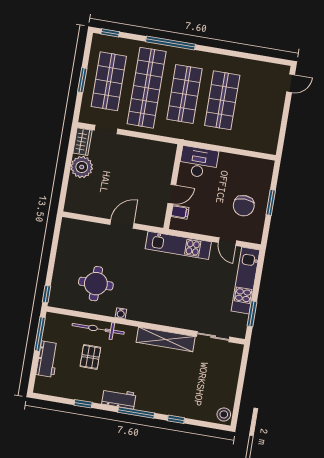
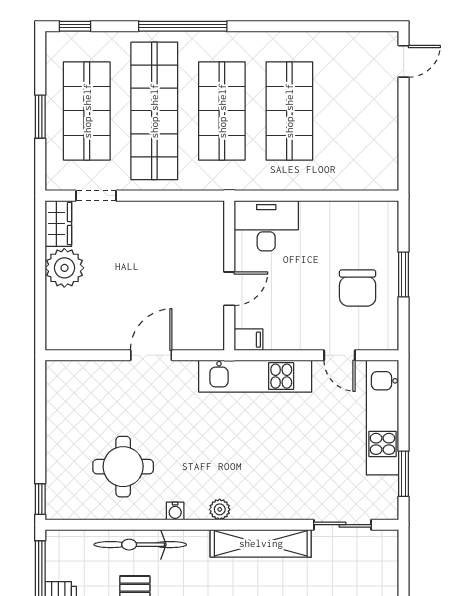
filing cabinet: (180, 212) -> (248, 340), moved
plant: (146, 317) -> (220, 509), added

